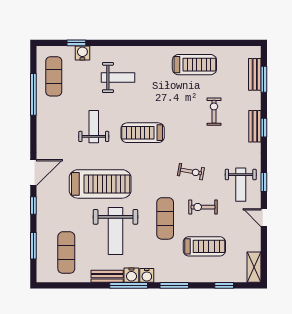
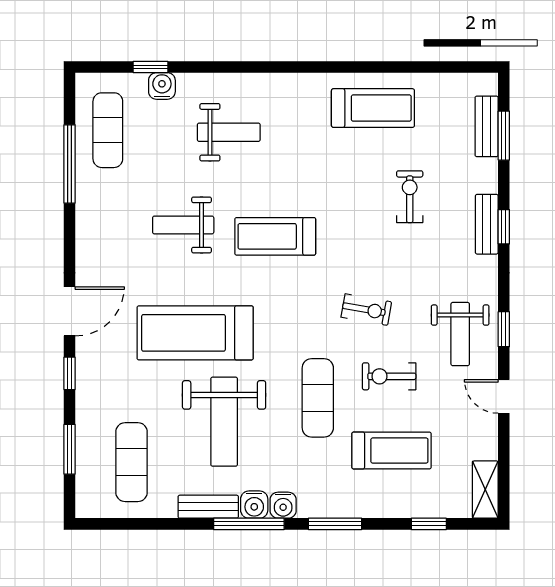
weight bench: (94, 127) -> (183, 225), turned -90
treadmill: (100, 184) -> (195, 333), turned 180

